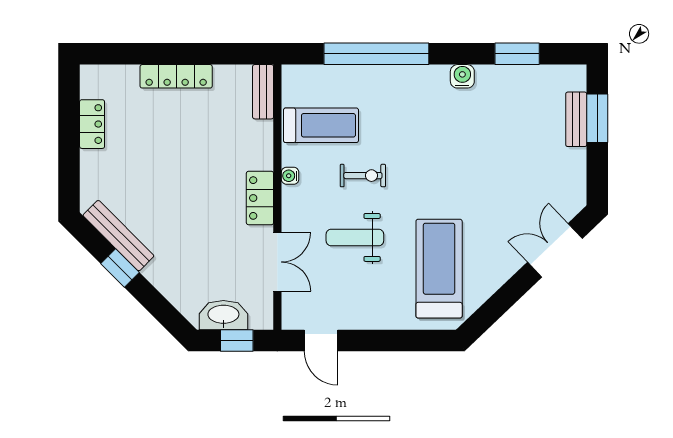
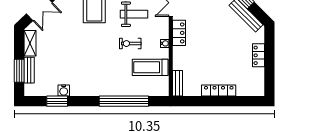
water cooler: (462, 76) -> (64, 91), moved
locker: (92, 124) -> (259, 55), moved
shelving: (574, 176) -> (30, 43), added

